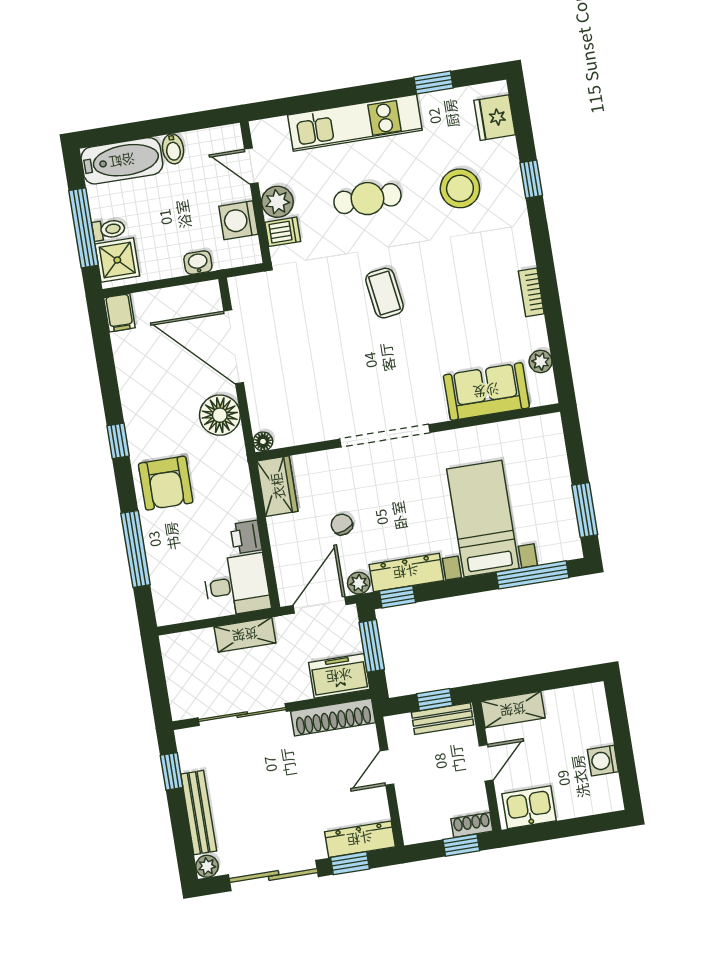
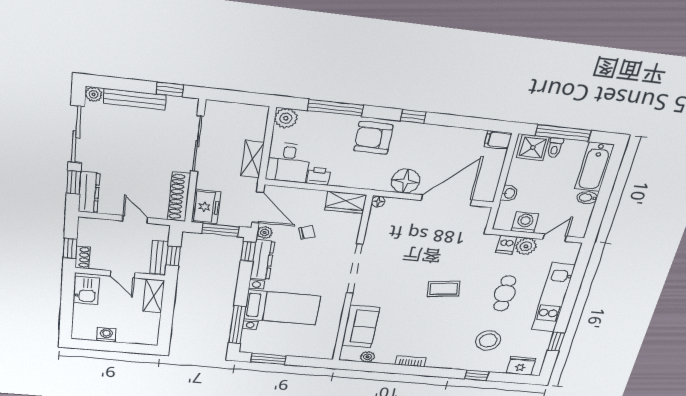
plant: (170, 609) -> (286, 118), added

